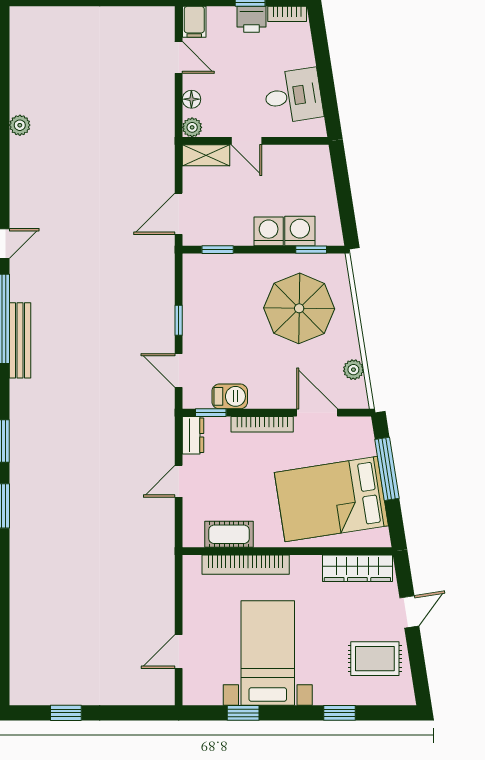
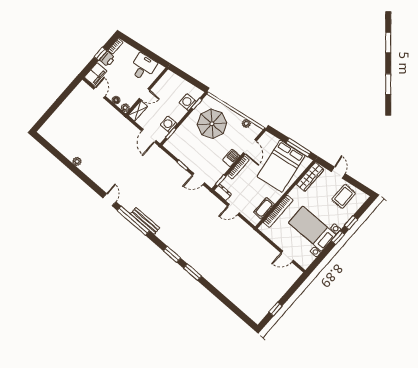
filing cabinet: (194, 22) -> (96, 74), width x2.00
door: (179, 57) -> (99, 93), hinge flipped
washing machine: (269, 231) -> (169, 124), moved
barbecue: (230, 396) -> (231, 158), moved
door: (317, 413) -> (250, 147), swing flipped
window: (387, 469) -> (298, 148), moved
door: (179, 481) -> (233, 210), hinge flipped
door: (179, 652) -> (287, 257), hinge flipped
window: (243, 713) -> (338, 238), moved

